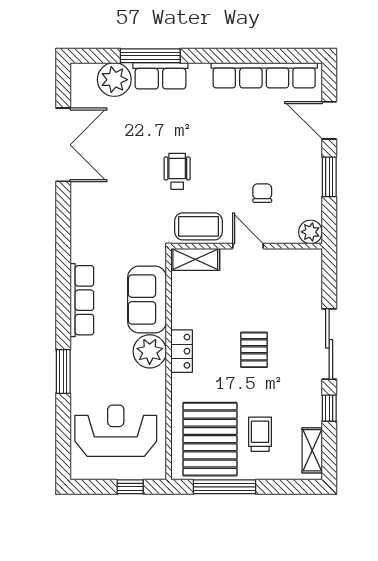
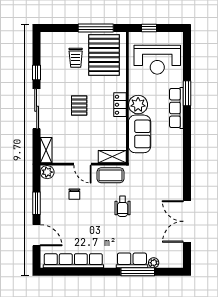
plant: (114, 80) -> (154, 263), width x0.53, depth x0.53
row of seats: (82, 300) -> (176, 108), moved
shelving: (312, 450) -> (46, 150), moved

